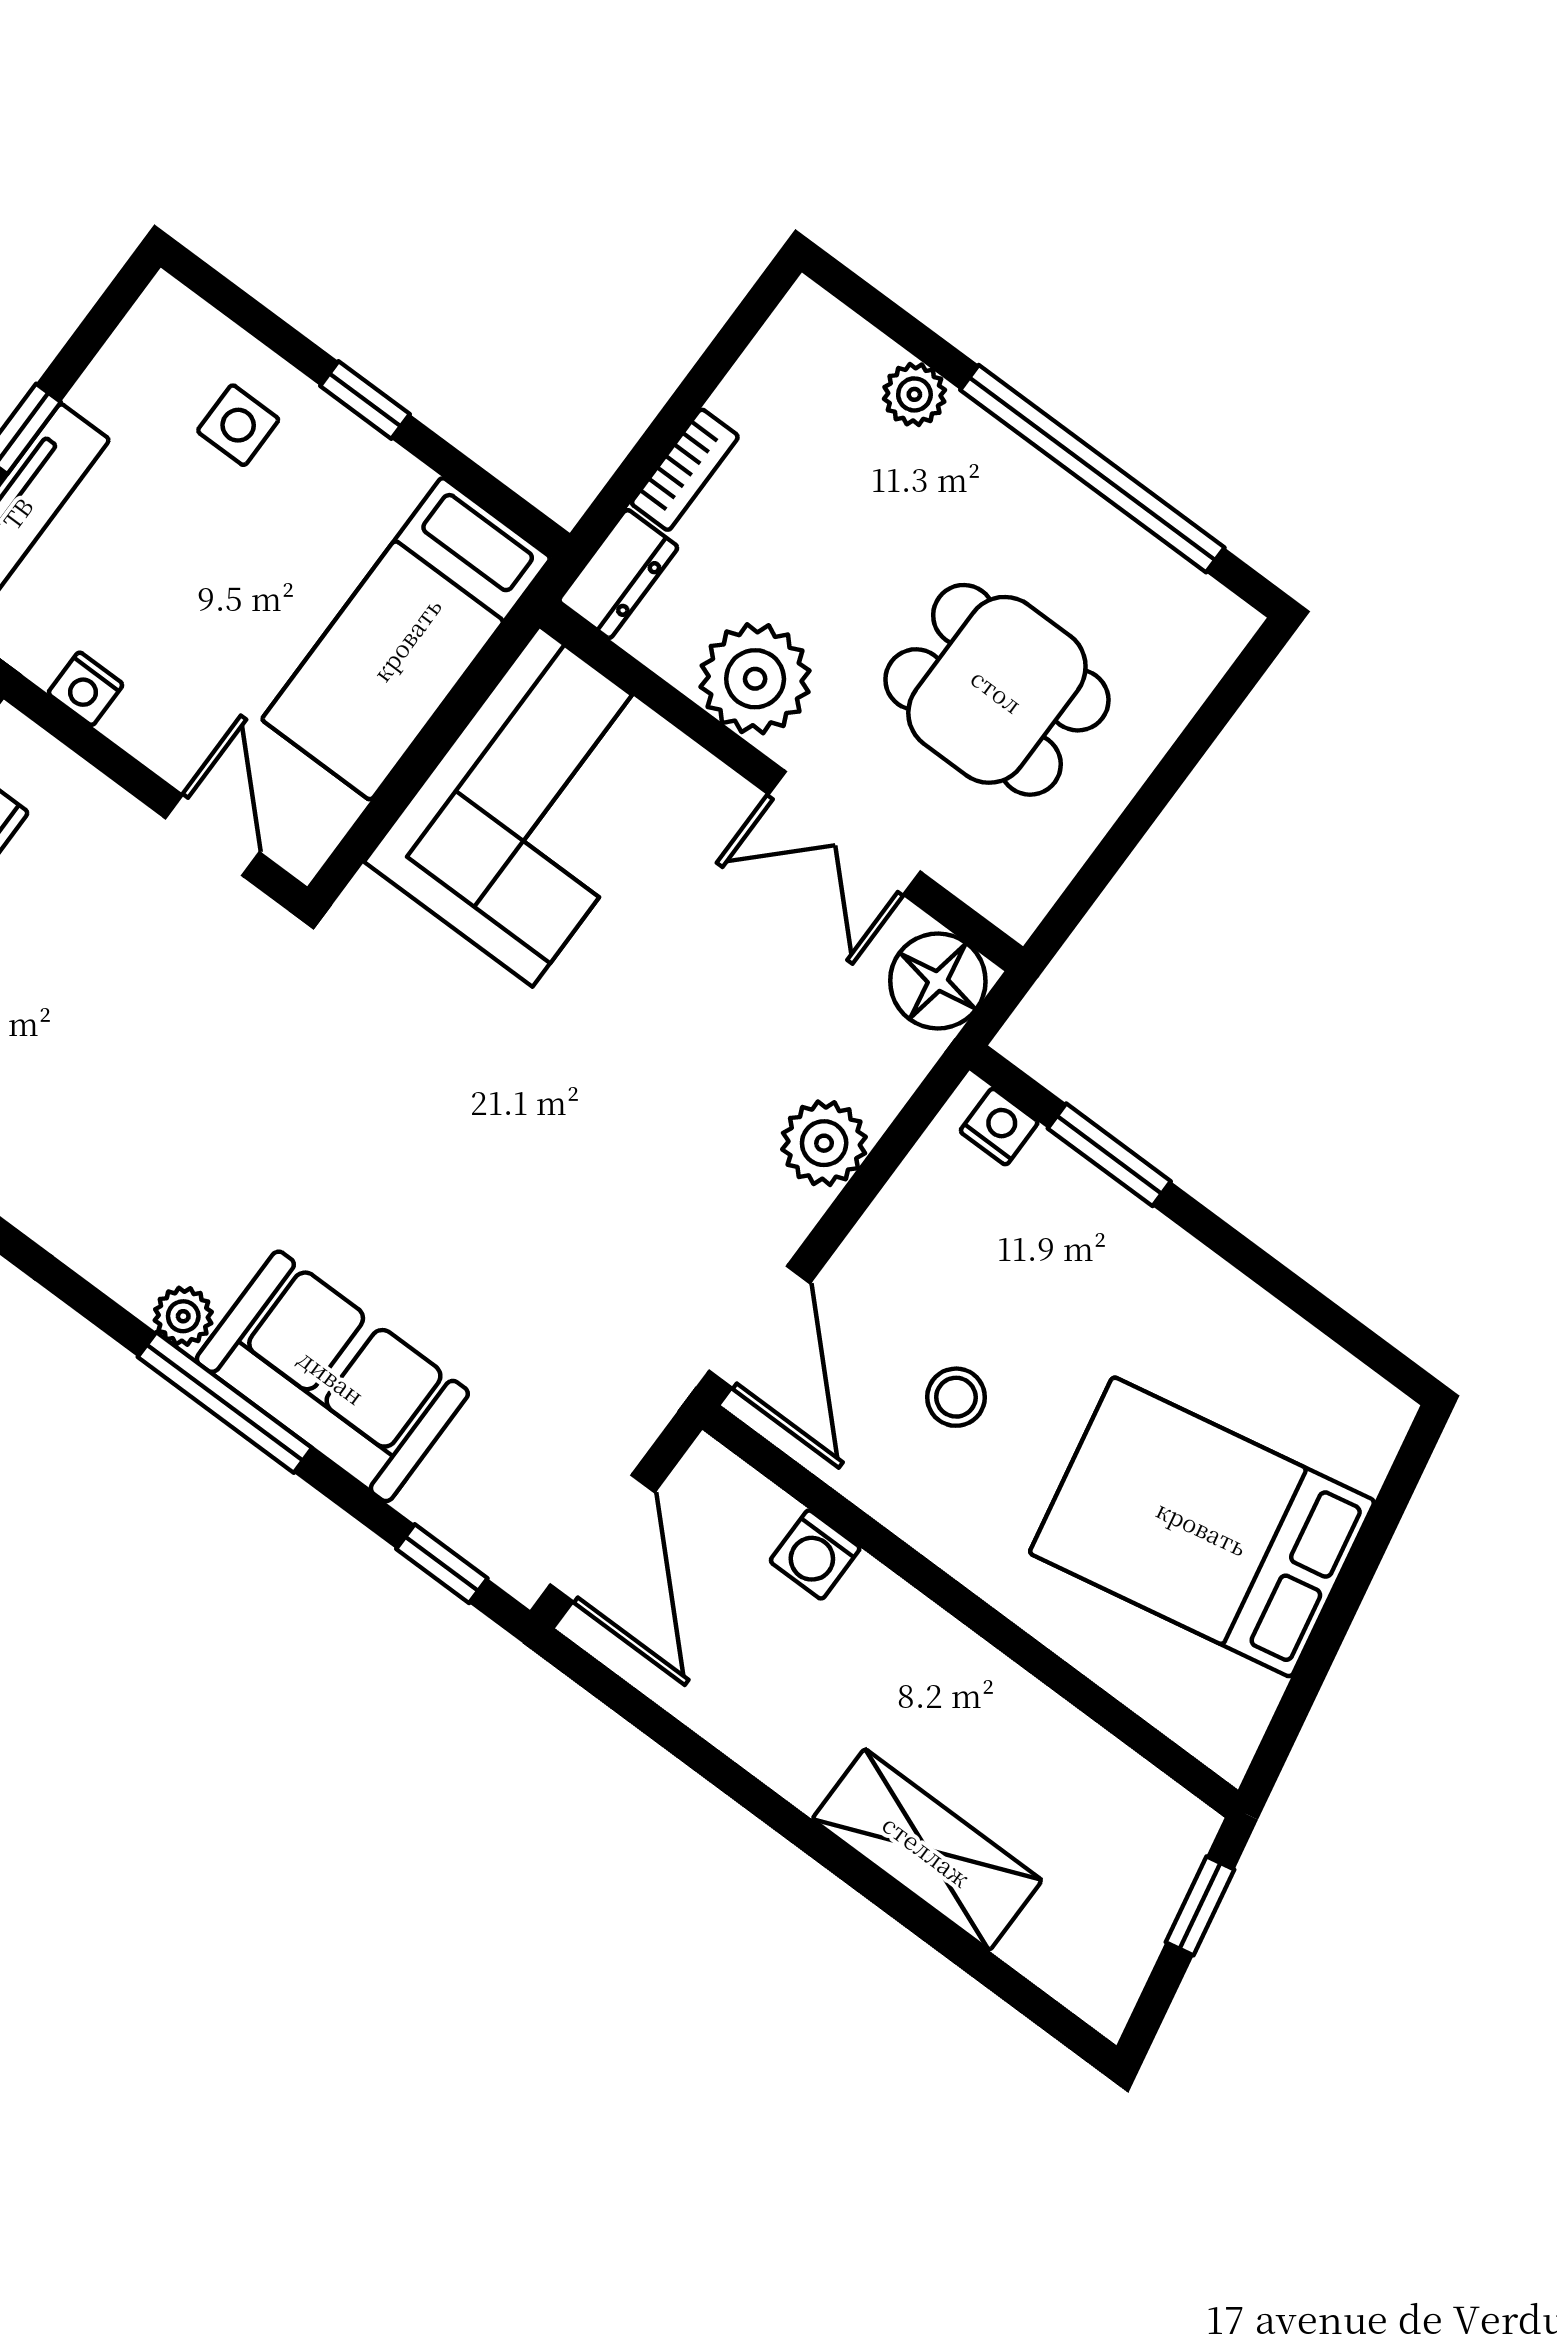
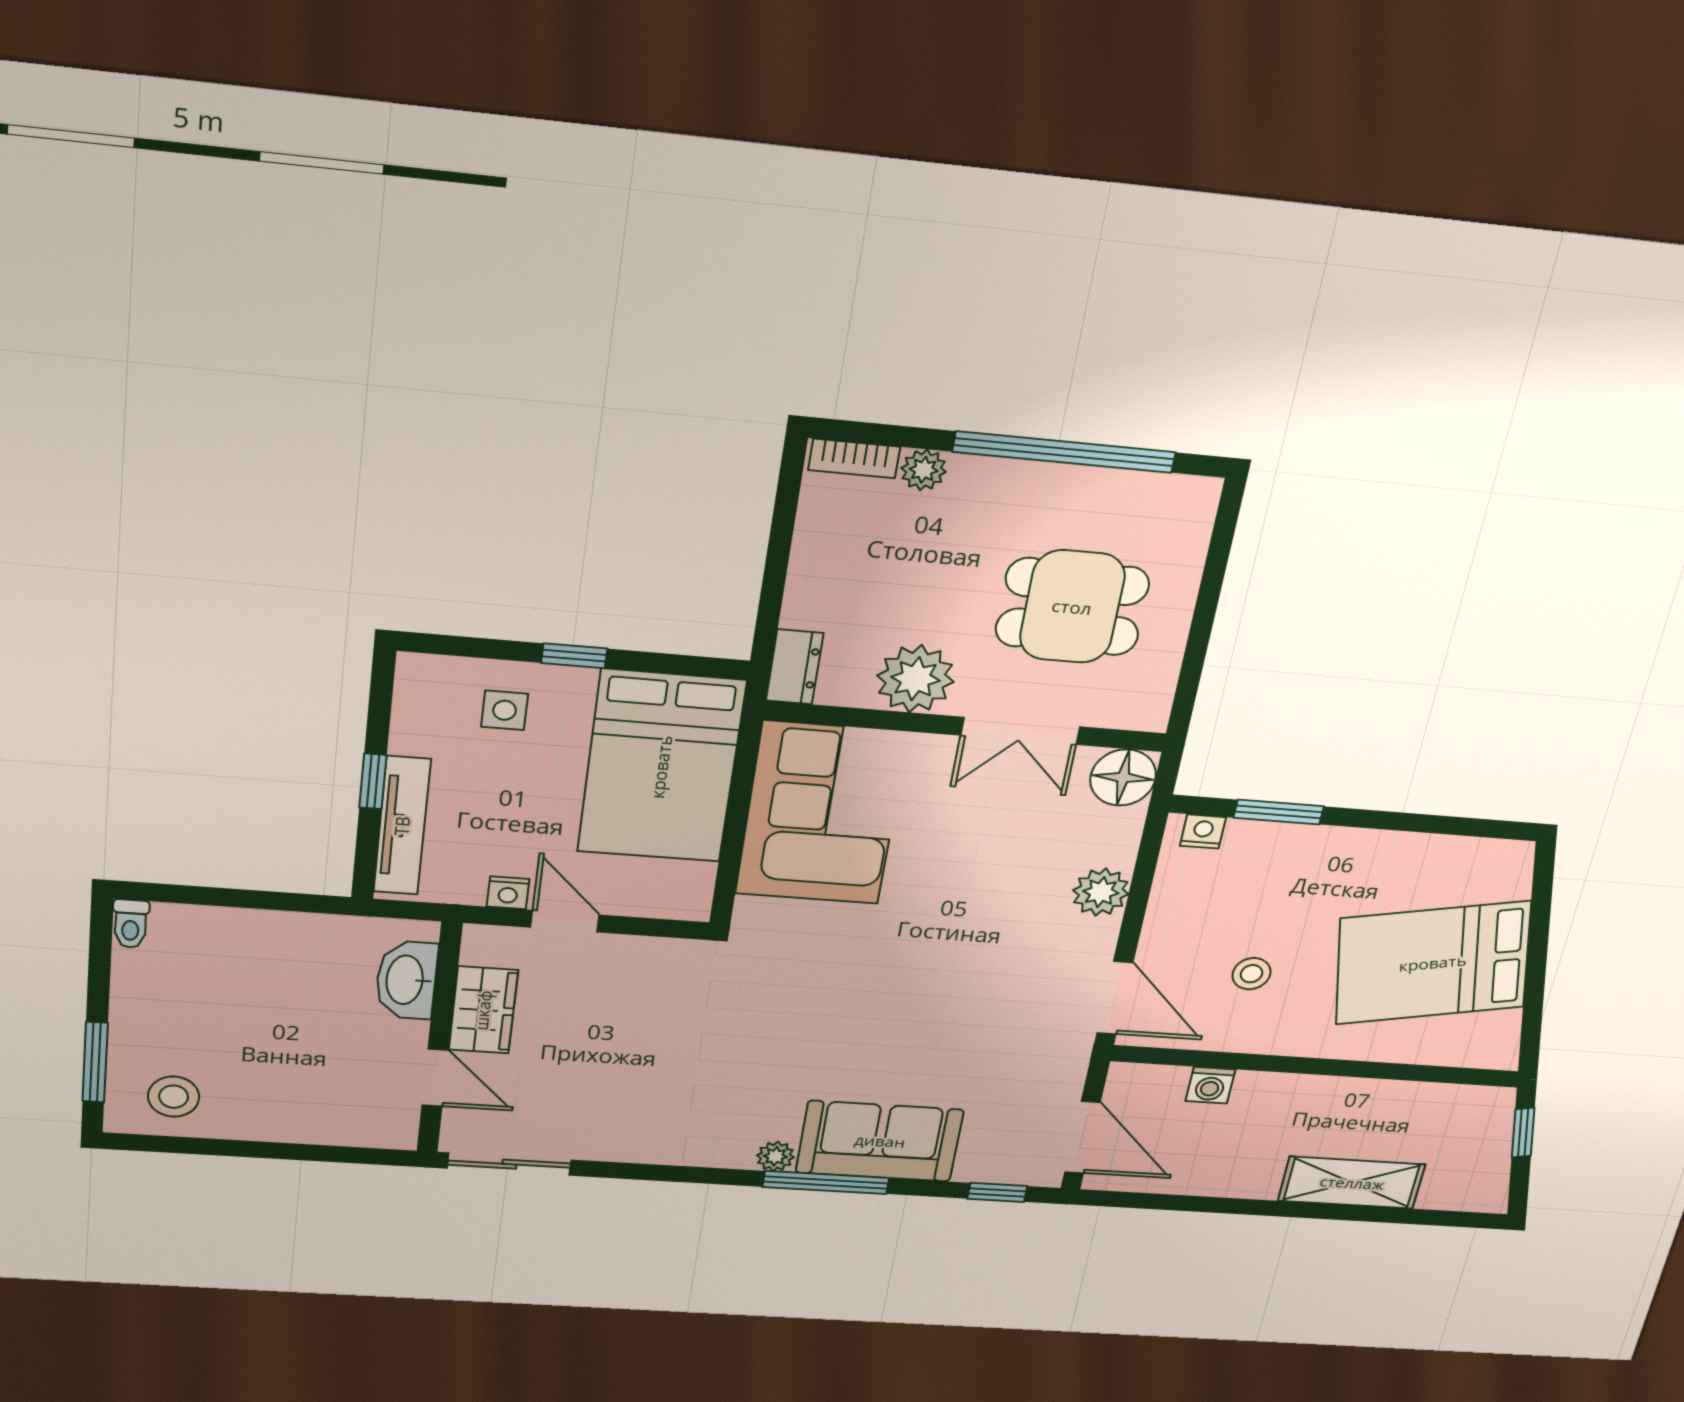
bookcase: (685, 470) -> (854, 458), moved, turned 90
bed: (406, 639) -> (661, 767), width x1.50
door: (213, 835) -> (565, 921), moved

